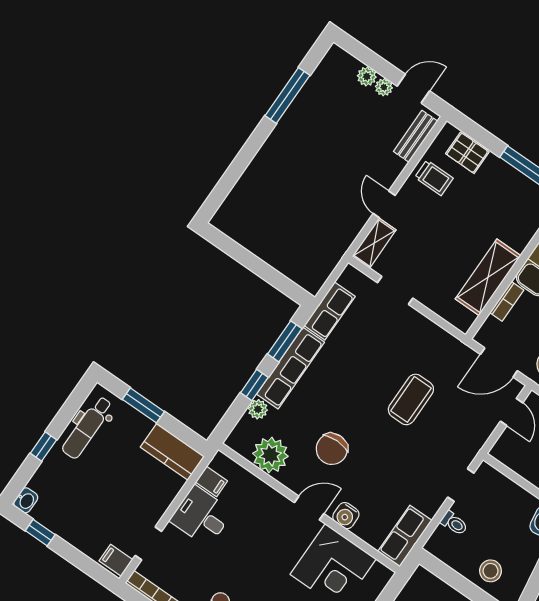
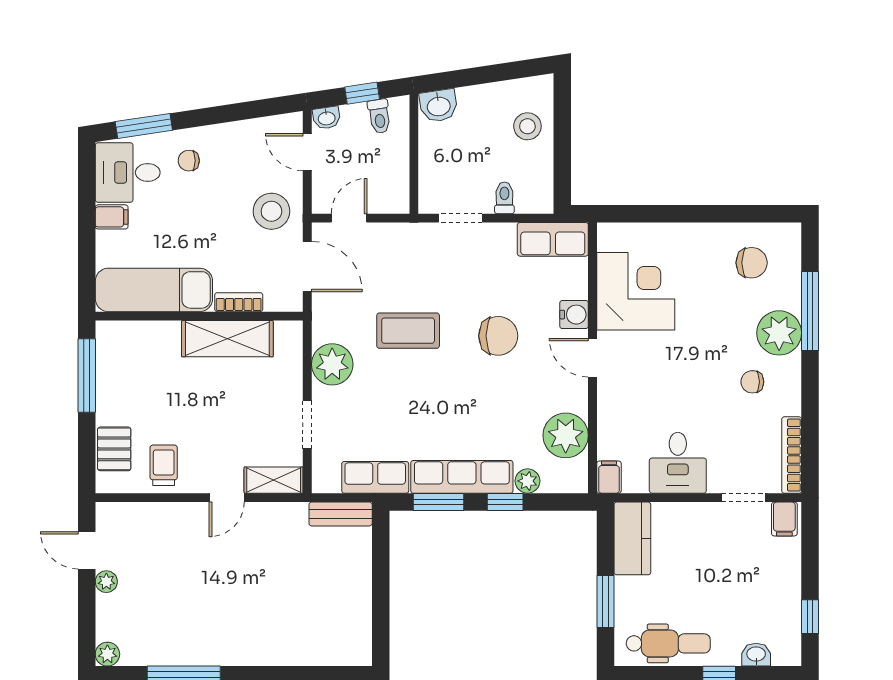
plant: (367, 76) -> (107, 654), moved
bench: (416, 136) -> (341, 514), moved
plant: (423, 334) -> (332, 364), added
chair: (332, 449) -> (498, 336), moved
filing cabinet: (211, 482) -> (609, 477), moved
washbasin: (26, 500) -> (756, 655), moved

